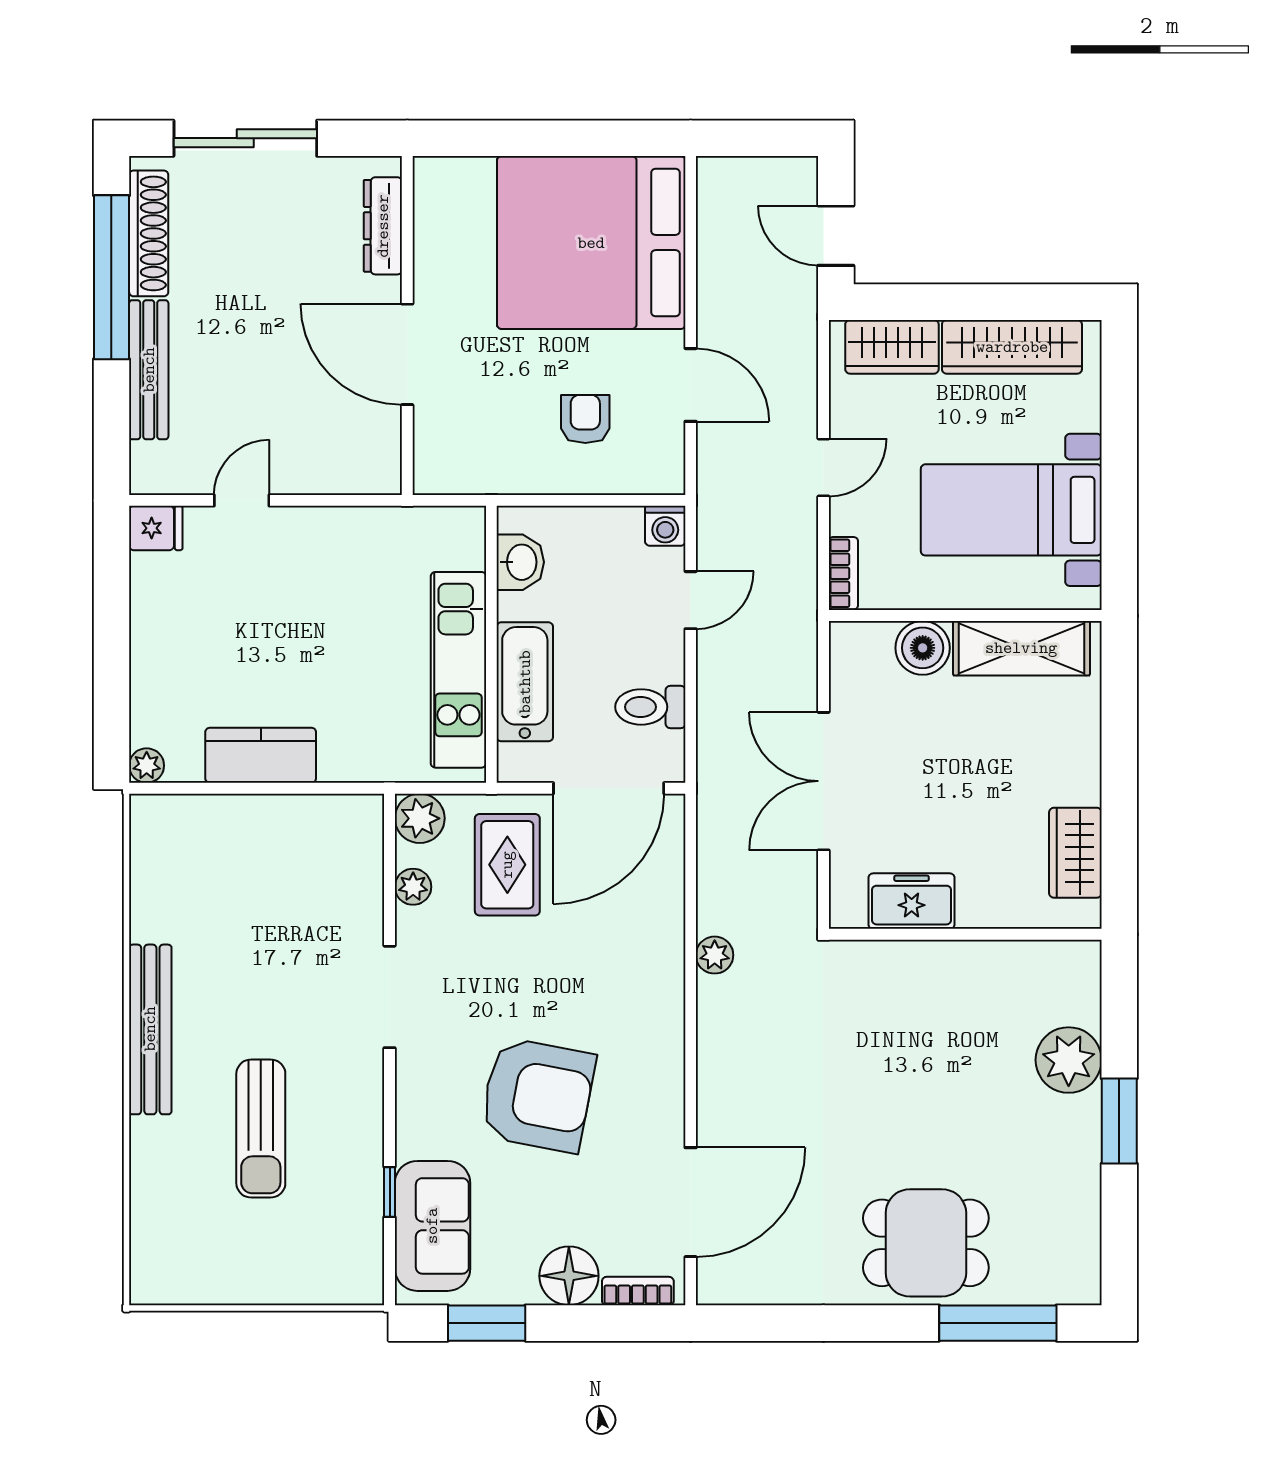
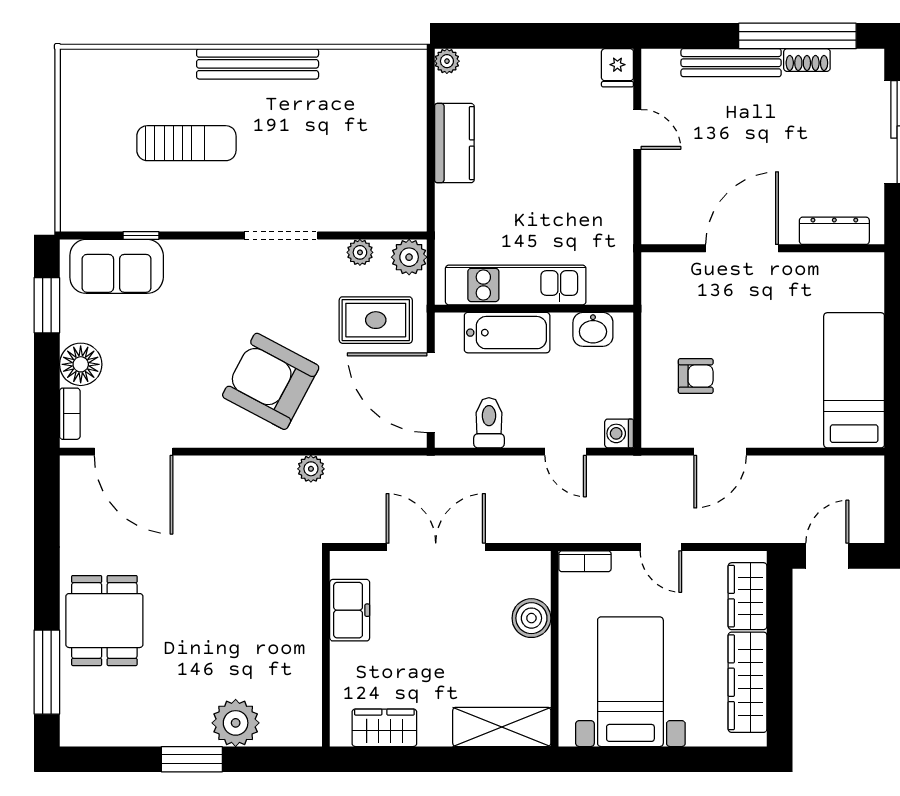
shoe rack: (149, 233) -> (807, 60), width x0.51, depth x0.81
bed: (591, 243) -> (854, 380), width x0.49
shelving: (1021, 648) -> (502, 727), moved, turned 90
armchair: (538, 1095) -> (271, 381), moved, turned 107
sun lounger: (261, 1128) -> (186, 143), turned 180

